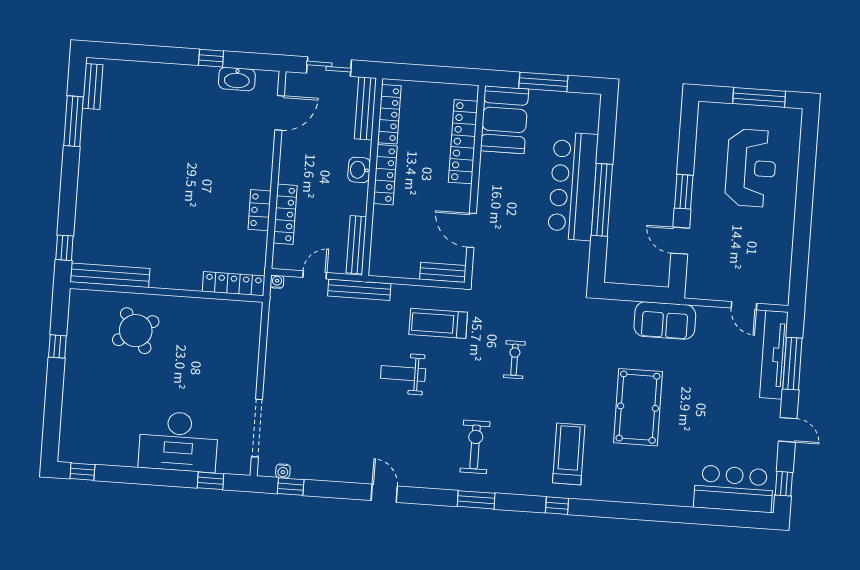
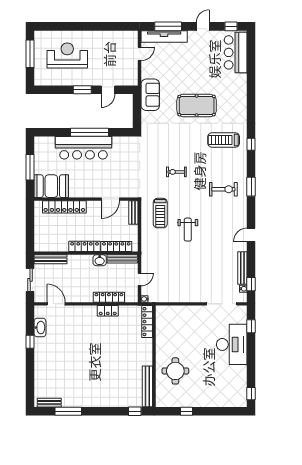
locker: (389, 114) -> (116, 246), moved
washbasin: (359, 170) -> (100, 260), moved
door: (315, 275) -> (140, 279), swing flipped
bench: (359, 290) -> (242, 268), moved
round table: (136, 331) -> (175, 371), turned 32
exercise bike: (475, 447) -> (223, 189), turned 180

